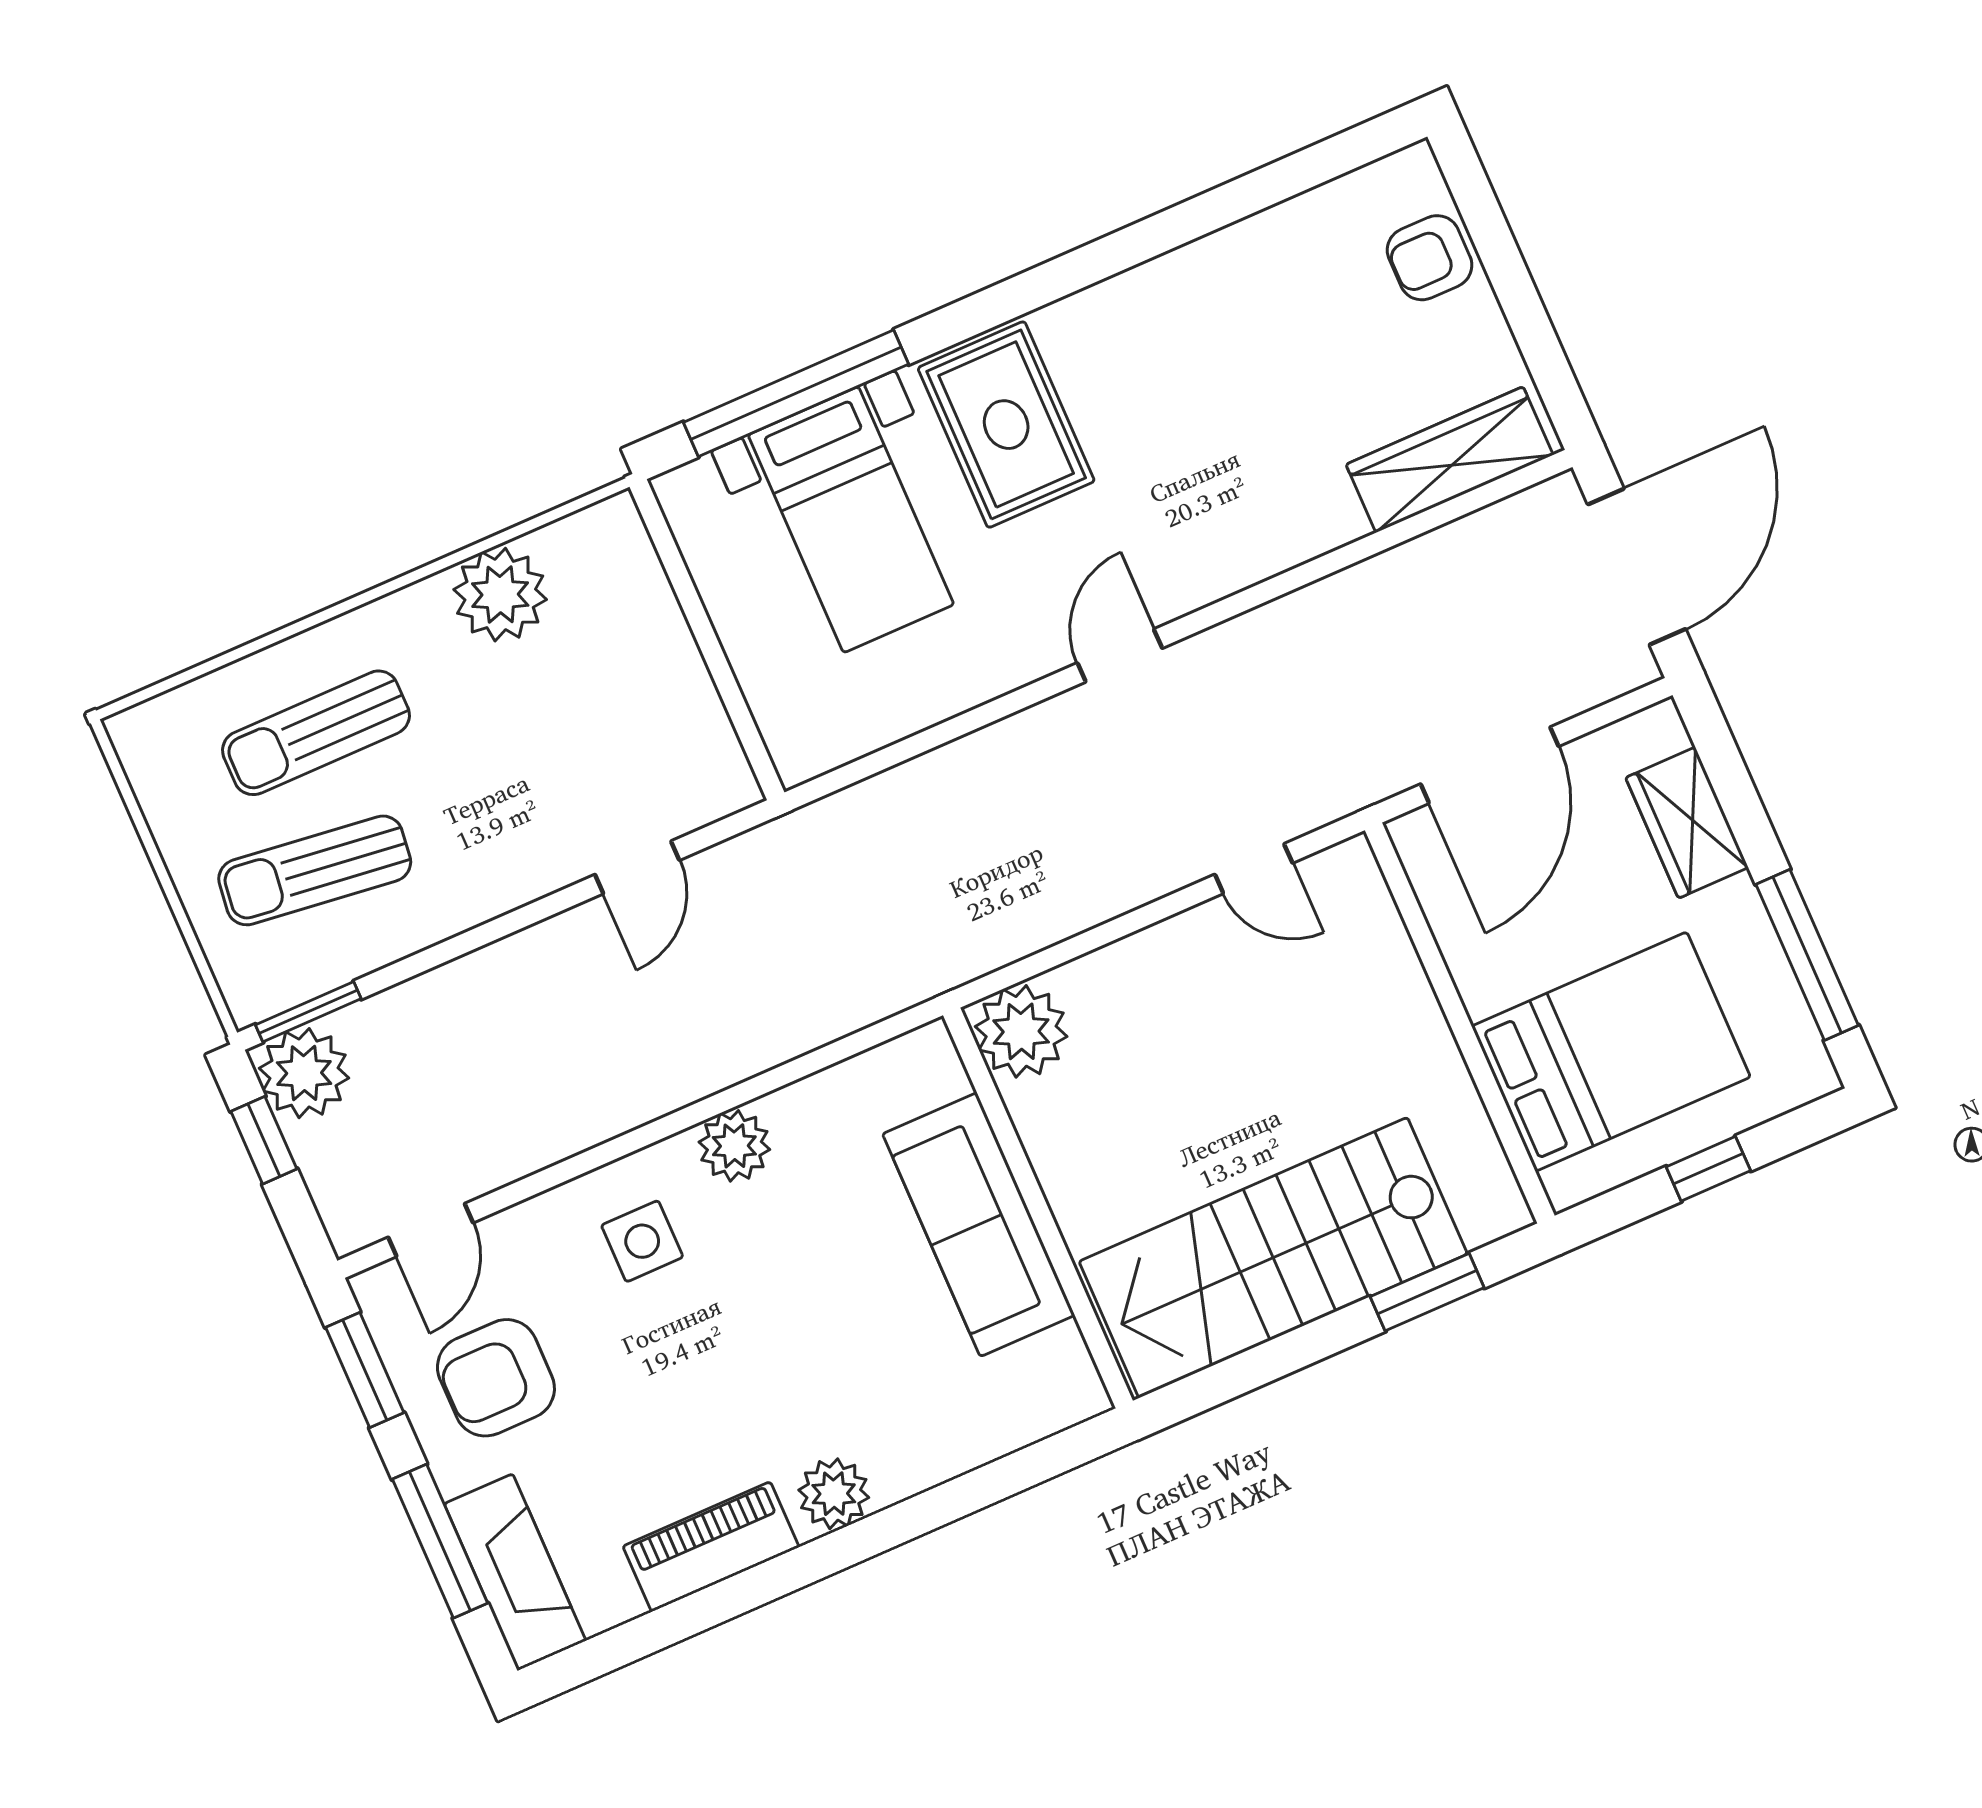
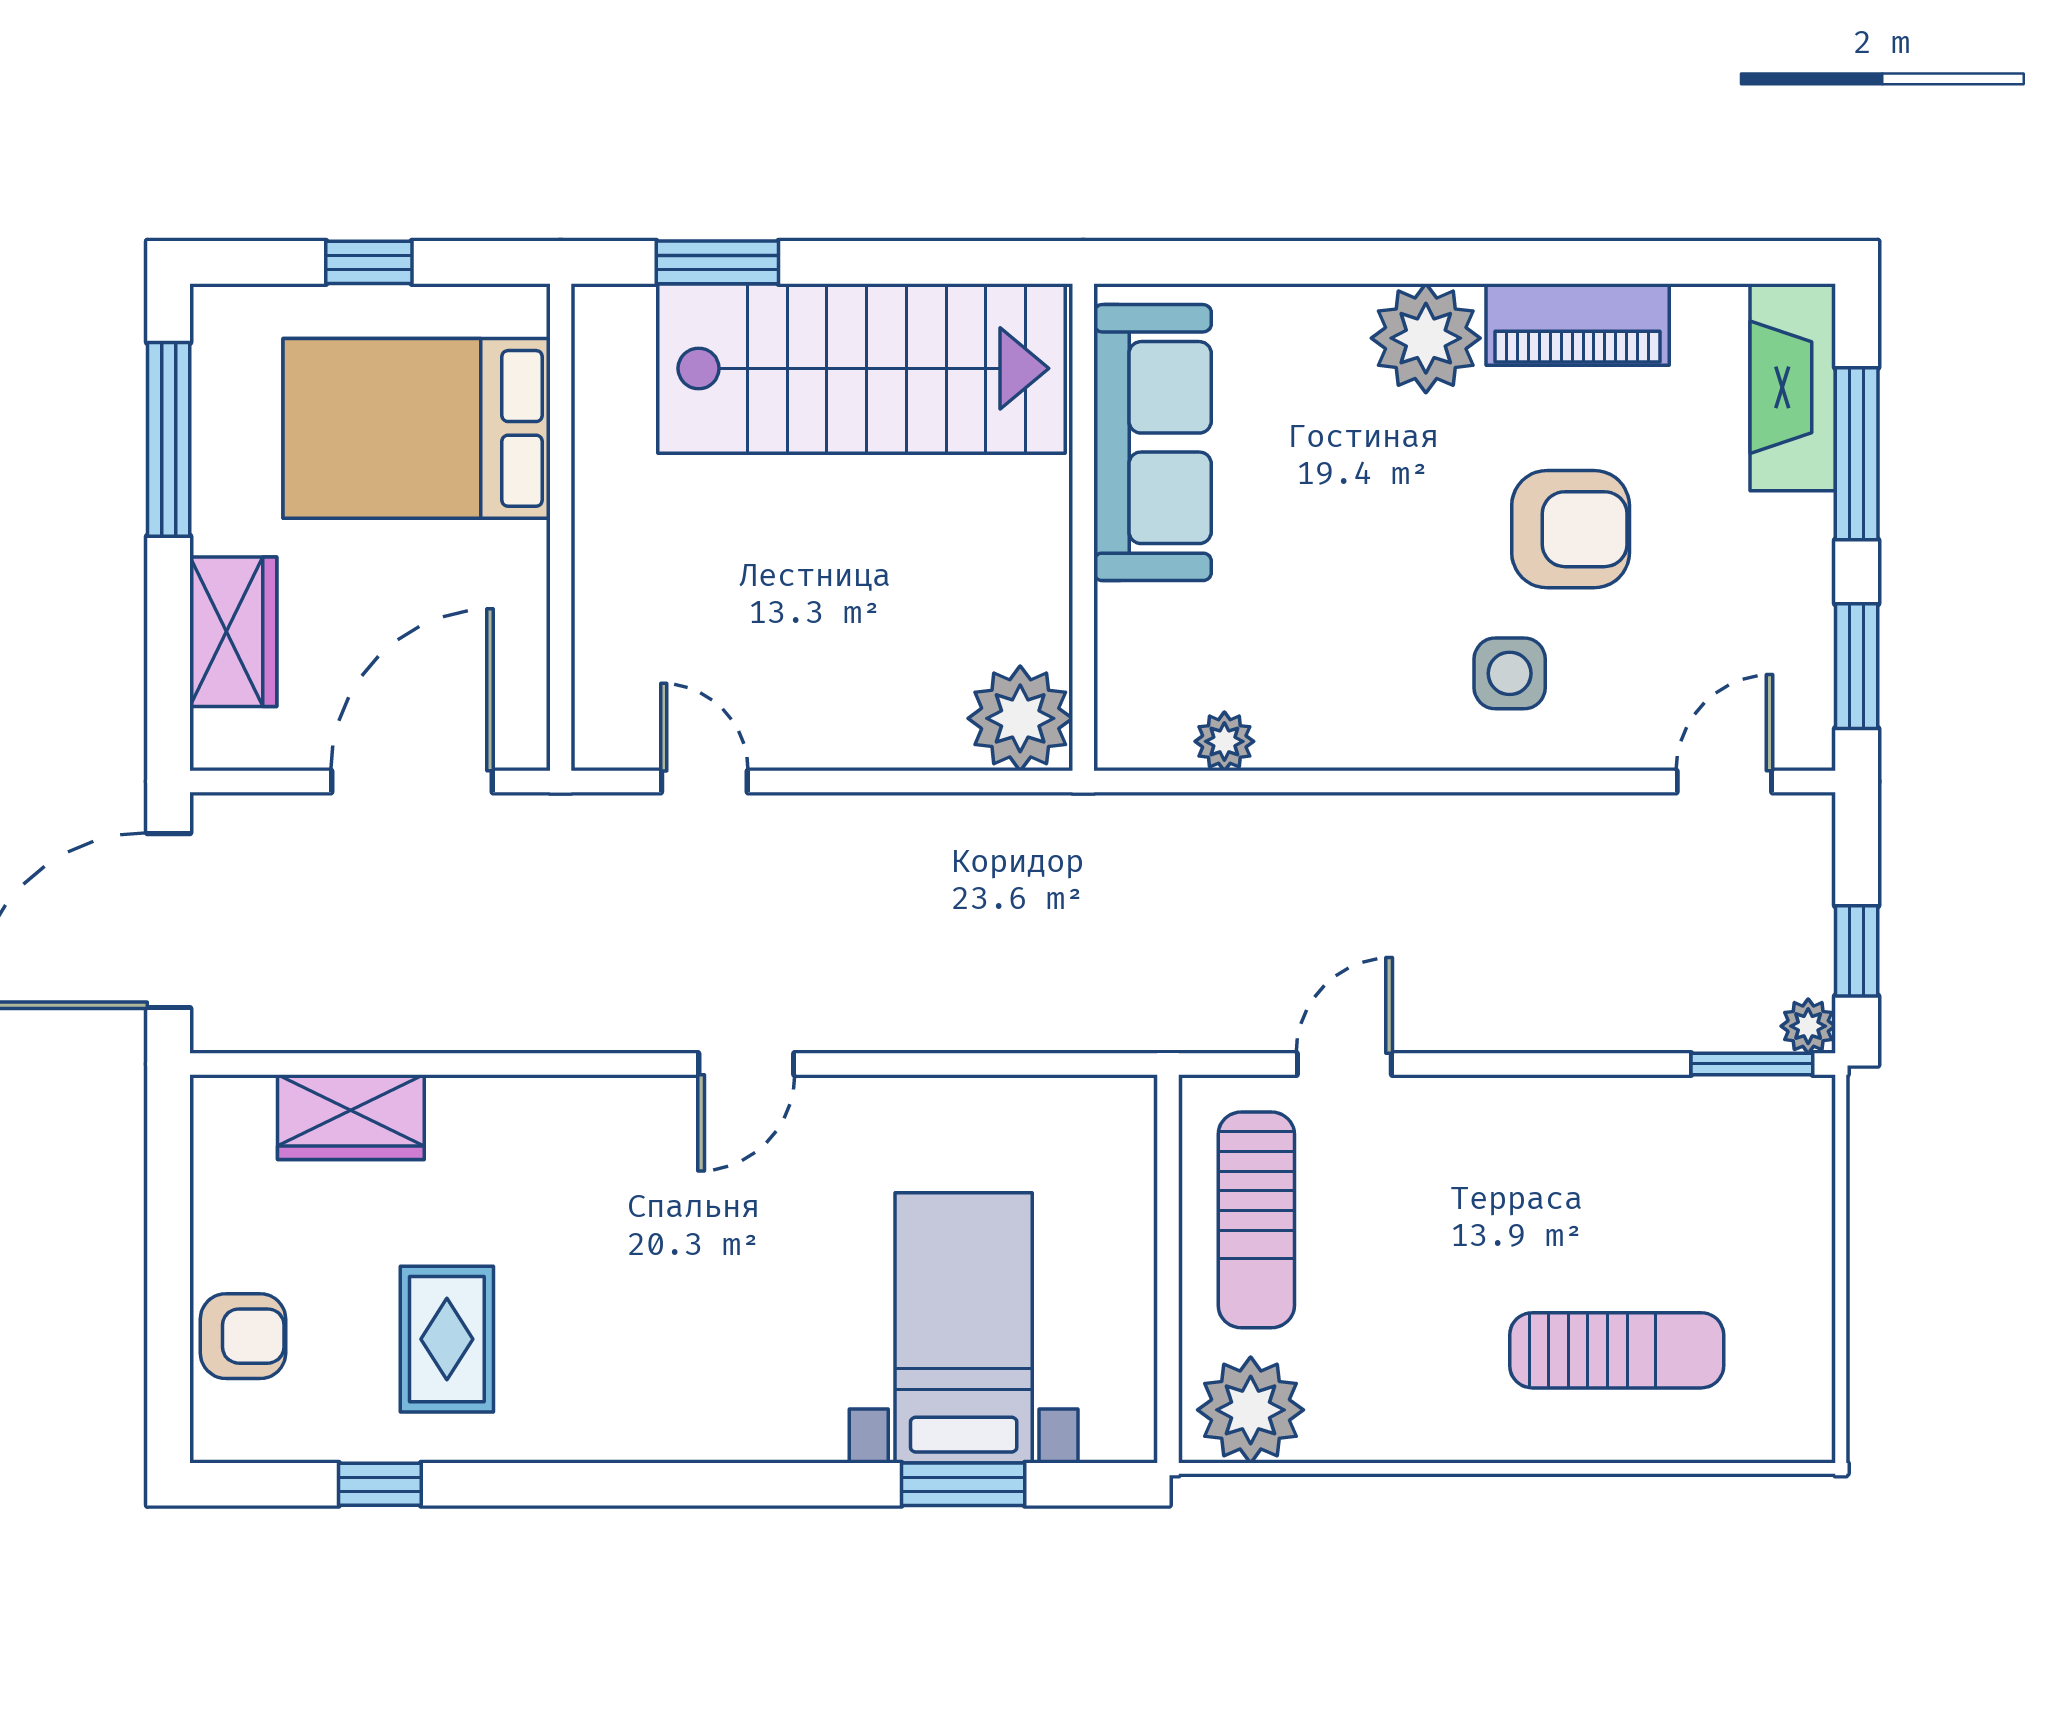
window: (1267, 187) -> (380, 1484), added
window: (796, 393) -> (963, 1484), width x0.47
rug: (1006, 425) -> (447, 1339), moved, width x0.73, depth x0.70
wardrobe: (1450, 460) -> (351, 1117), width x0.67
plant: (500, 595) -> (1251, 1410), moved
sun lounger: (315, 870) -> (1256, 1220), moved, turned 83
plant: (304, 1073) -> (1808, 1026), width x0.53, depth x0.53
plant: (734, 1146) -> (1224, 741), moved, width x0.73, depth x0.73
sofa: (979, 1225) -> (1153, 443), moved
armchair: (496, 1378) -> (1571, 529), moved
plant: (834, 1494) -> (1426, 338), width x1.36, depth x1.36

